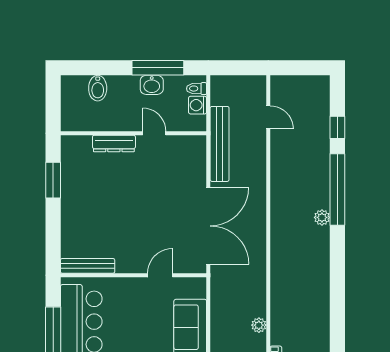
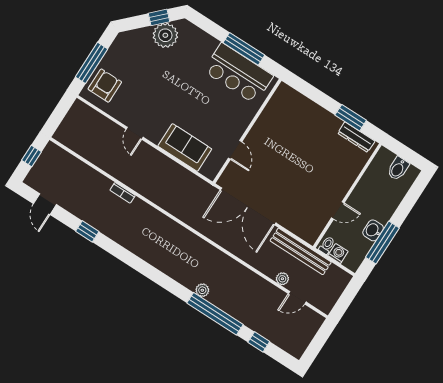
bidet: (98, 88) -> (398, 169), moved, turned -90
toilet: (196, 89) -> (327, 245), moved
dresser: (114, 143) -> (356, 137), moved, turned -90
bench: (88, 266) -> (275, 103), removed
plant: (259, 325) -> (282, 279), moved

